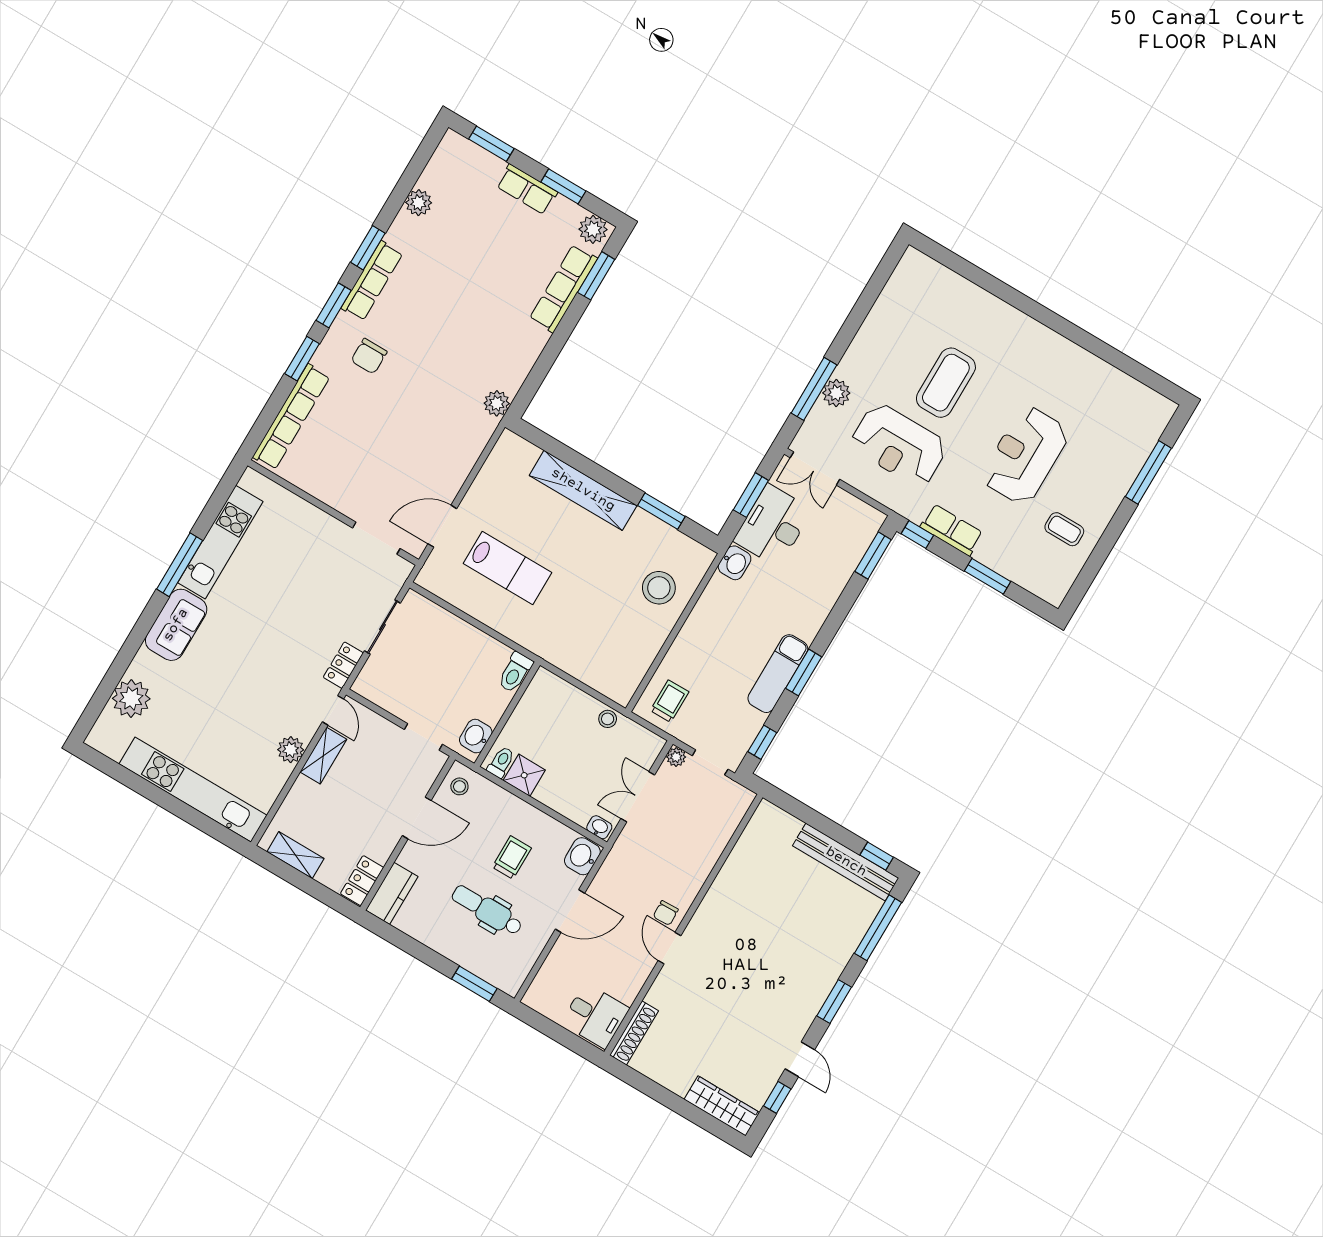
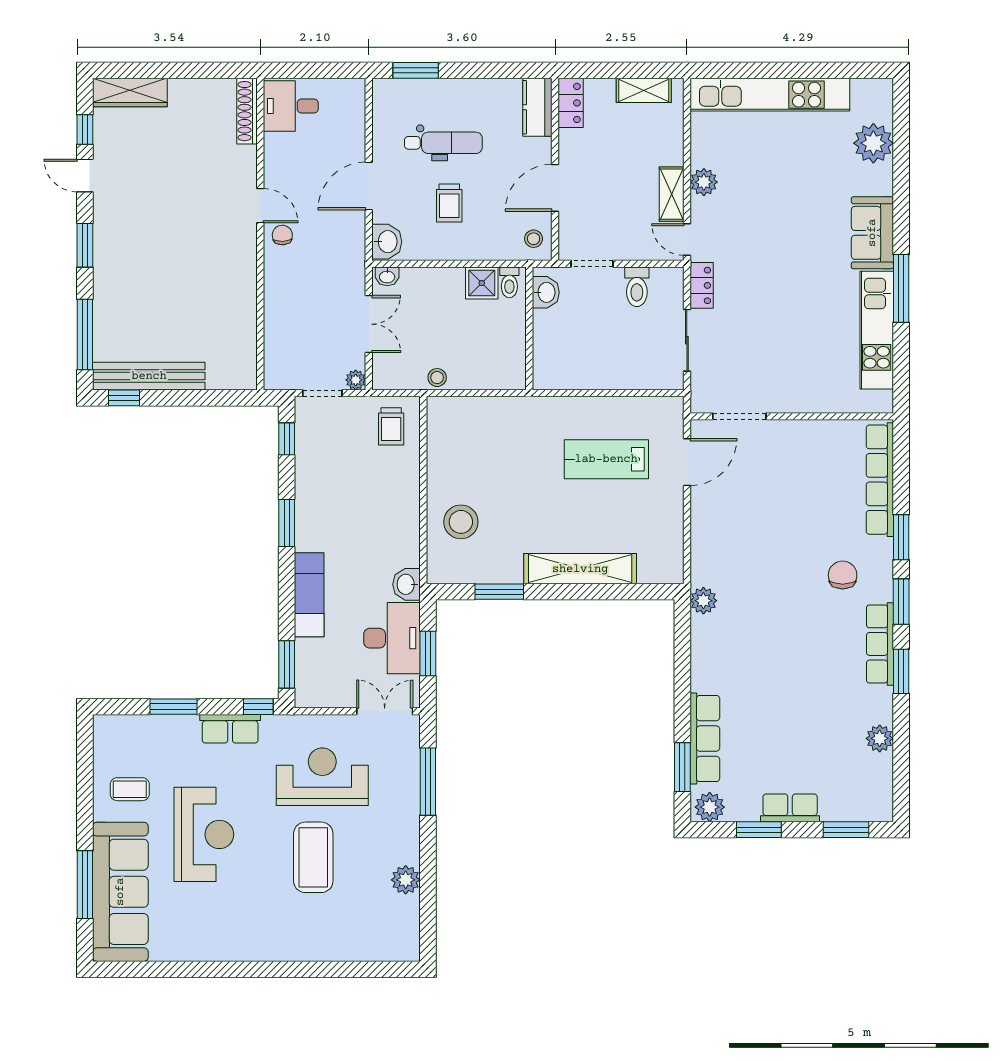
plant: (836, 393) -> (406, 880), moved
sofa: (1123, 449) -> (120, 892), added
toilet: (515, 672) -> (637, 287), moved, turned 180
exam couch: (778, 674) -> (309, 595), moved

